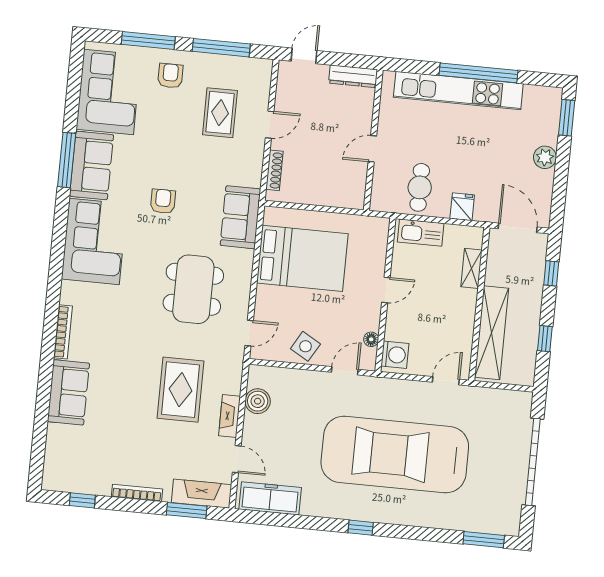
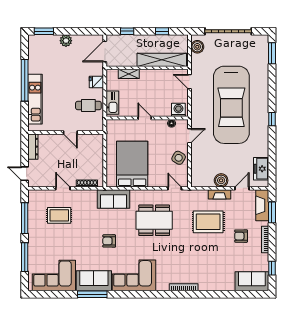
armchair: (170, 76) -> (241, 236), moved
kitchen unit: (458, 91) -> (35, 99), width x0.73
door: (345, 371) -> (190, 136), swing flipped
sofa: (68, 392) -> (252, 281), moved
boiler: (258, 401) -> (221, 180), moved
boiler: (509, 401) -> (197, 47), added
freezer: (270, 498) -> (261, 169), width x0.71

